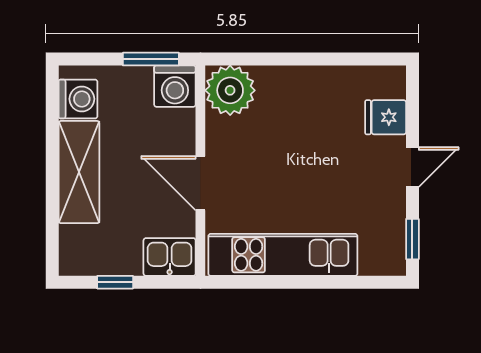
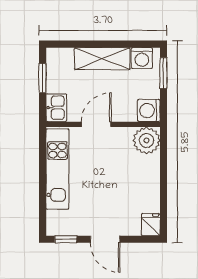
window: (151, 59) -> (163, 73), moved
fridge: (386, 117) -> (151, 225), moved
door: (412, 167) -> (105, 239), width x1.38
window: (115, 282) -> (43, 78), width x1.50

